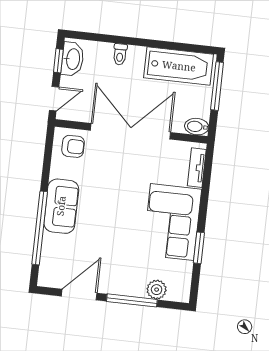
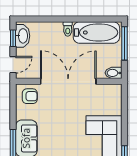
toilet: (120, 54) -> (68, 29), moved
tv unit: (197, 168) -> (117, 101), removed

